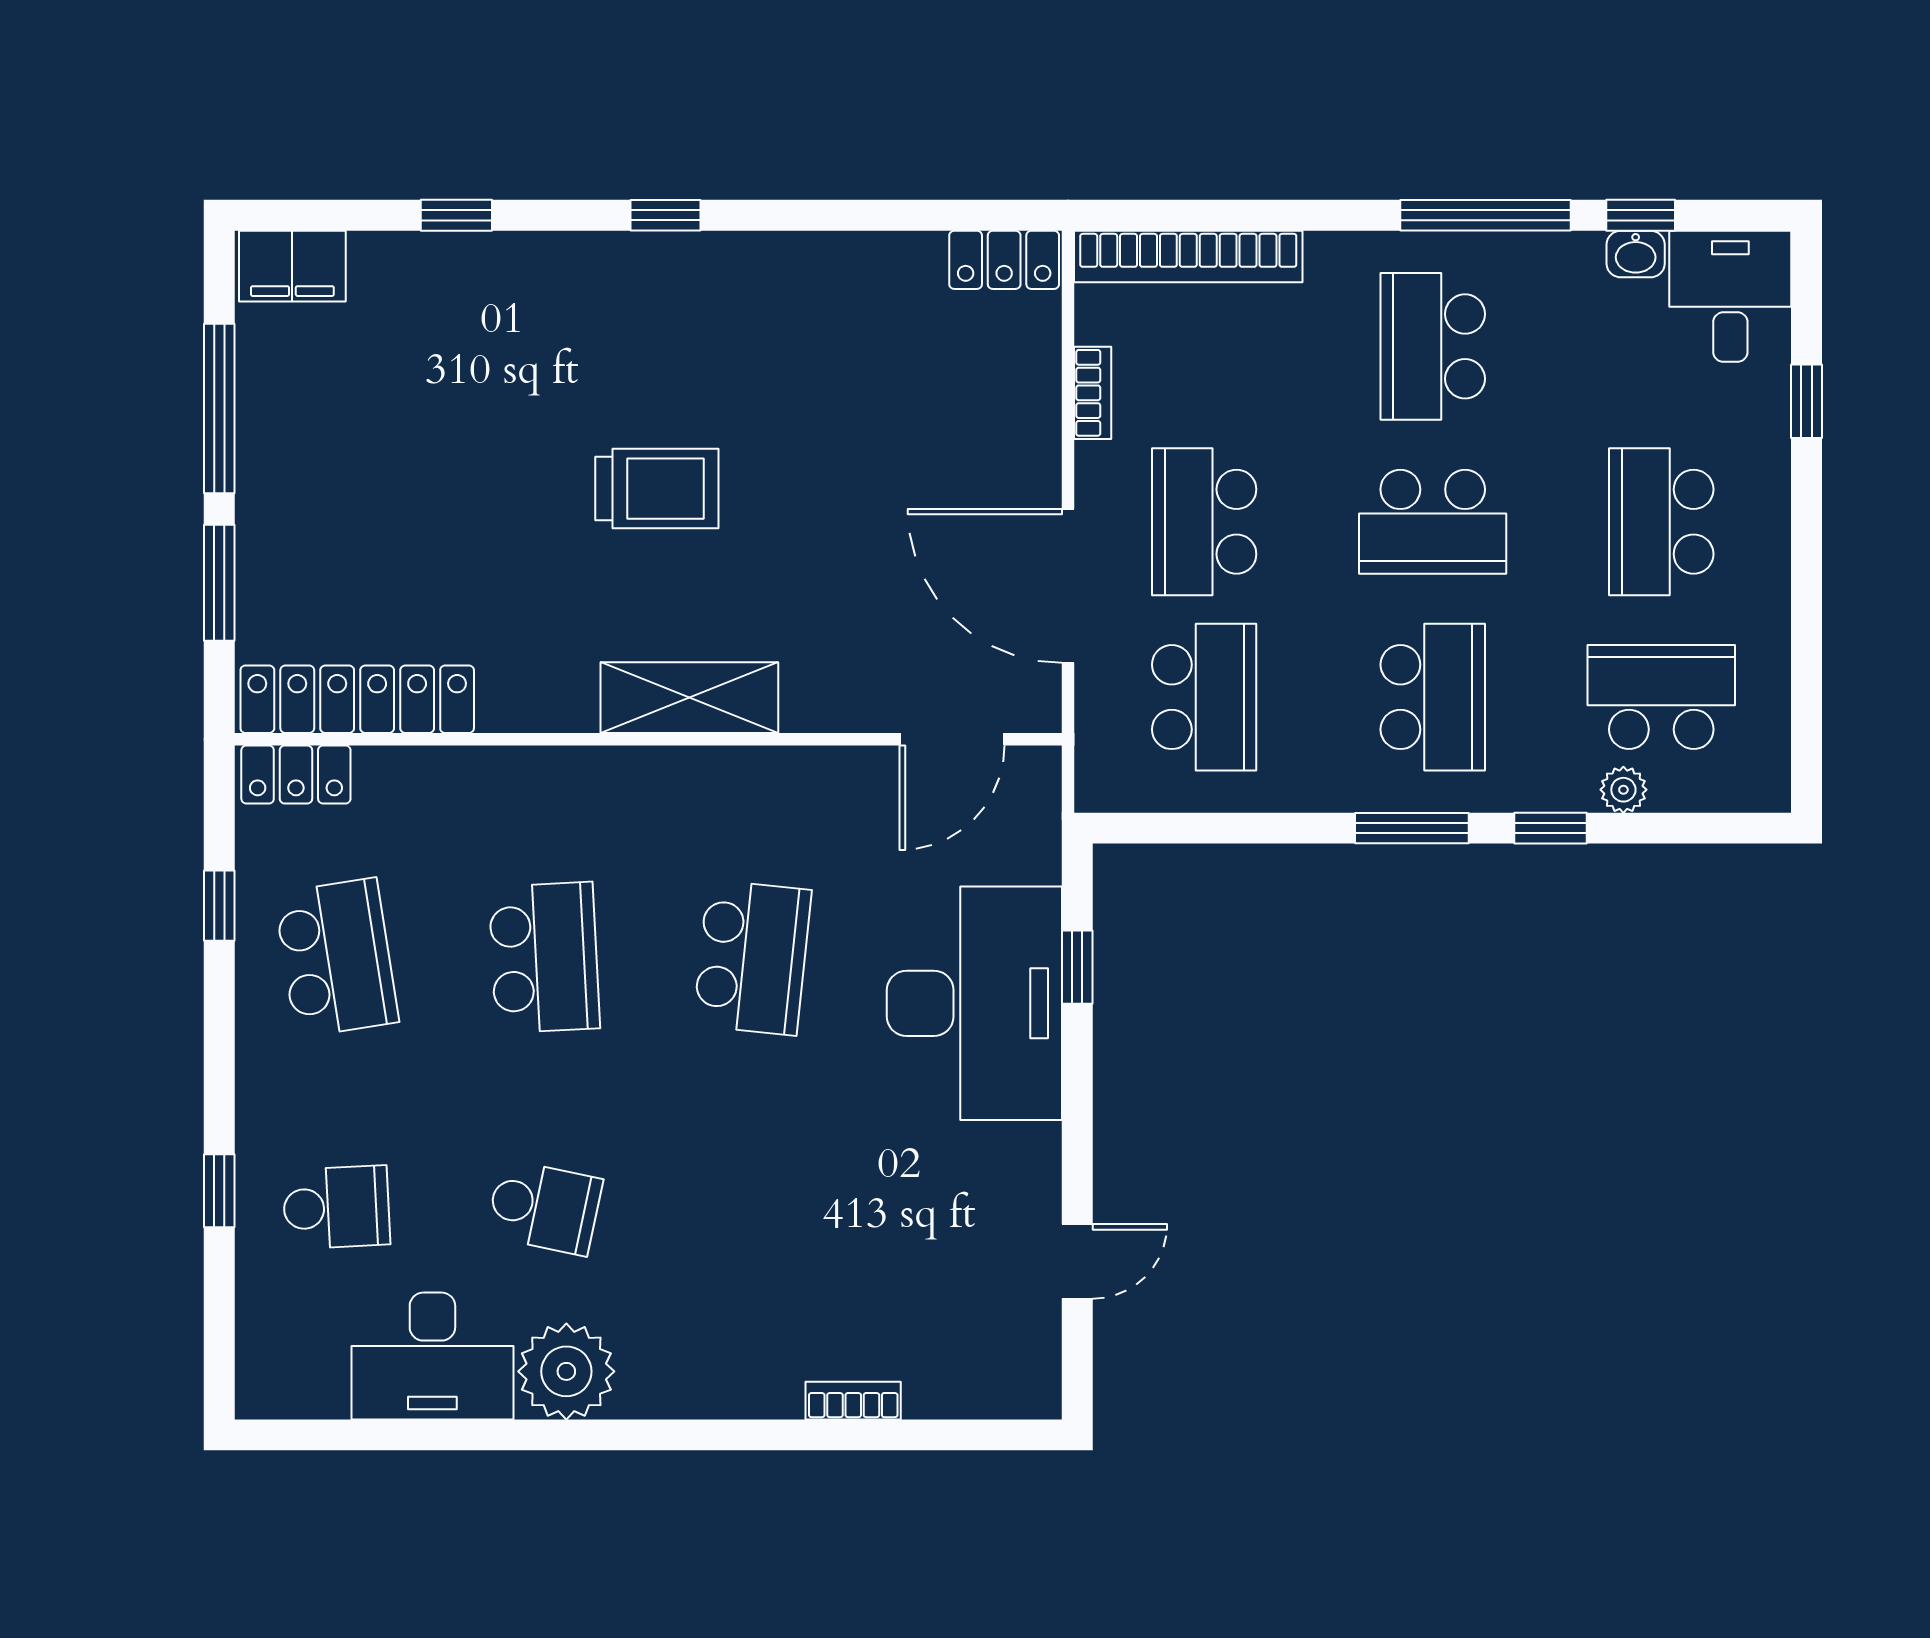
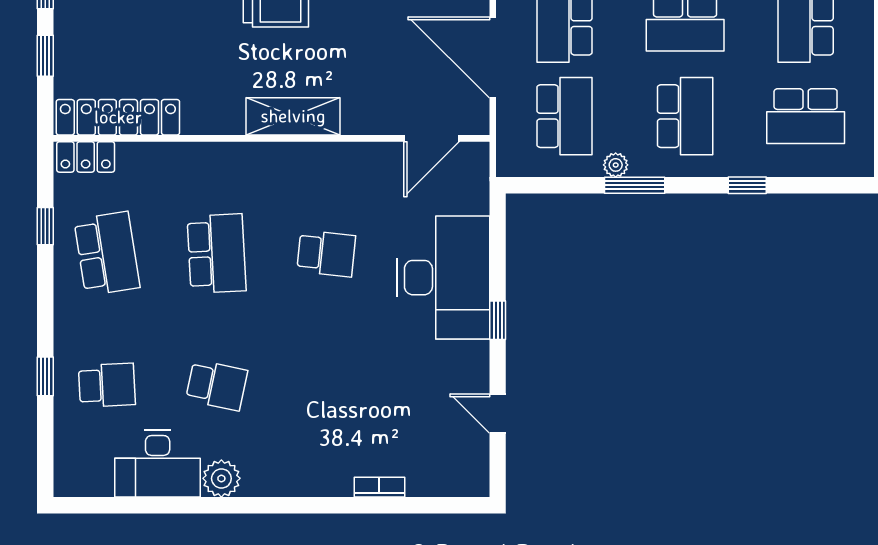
window: (219, 583) -> (45, 56), width x0.67
school desk: (1661, 697) -> (806, 116), turned 180
plant: (1623, 790) -> (616, 165), moved
window: (1412, 828) -> (635, 185), moved
school desk: (752, 958) -> (326, 254), width x0.54
window: (1077, 967) -> (498, 320), moved
door: (1077, 1261) -> (498, 414), swing flipped
plant: (566, 1371) -> (221, 478), width x0.73, depth x0.73

